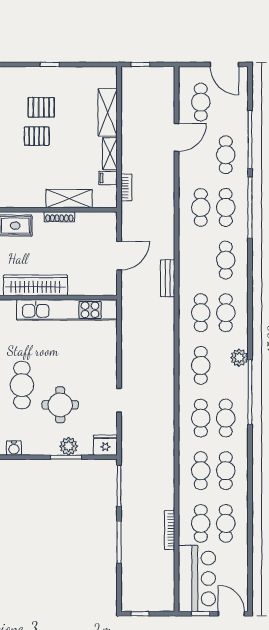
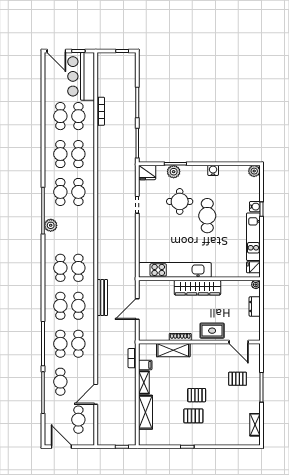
bench: (168, 278) -> (102, 298), width x1.36
plant: (239, 358) -> (51, 225), moved
cafe table: (201, 365) -> (78, 306), moved

